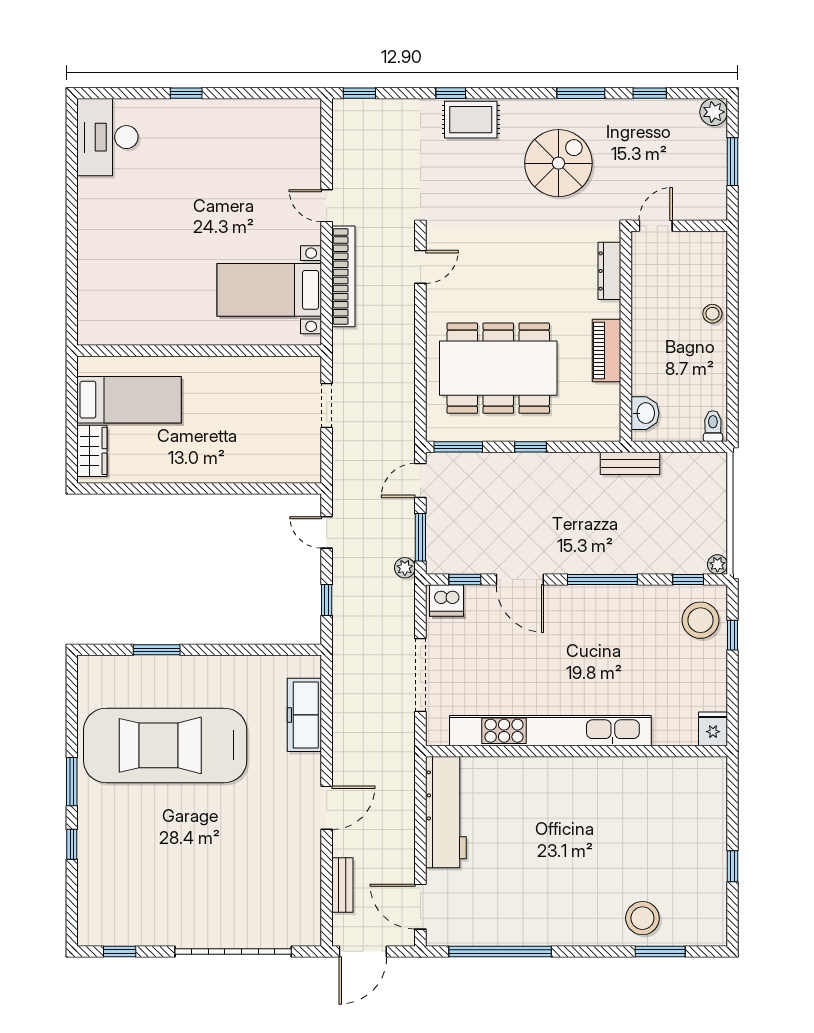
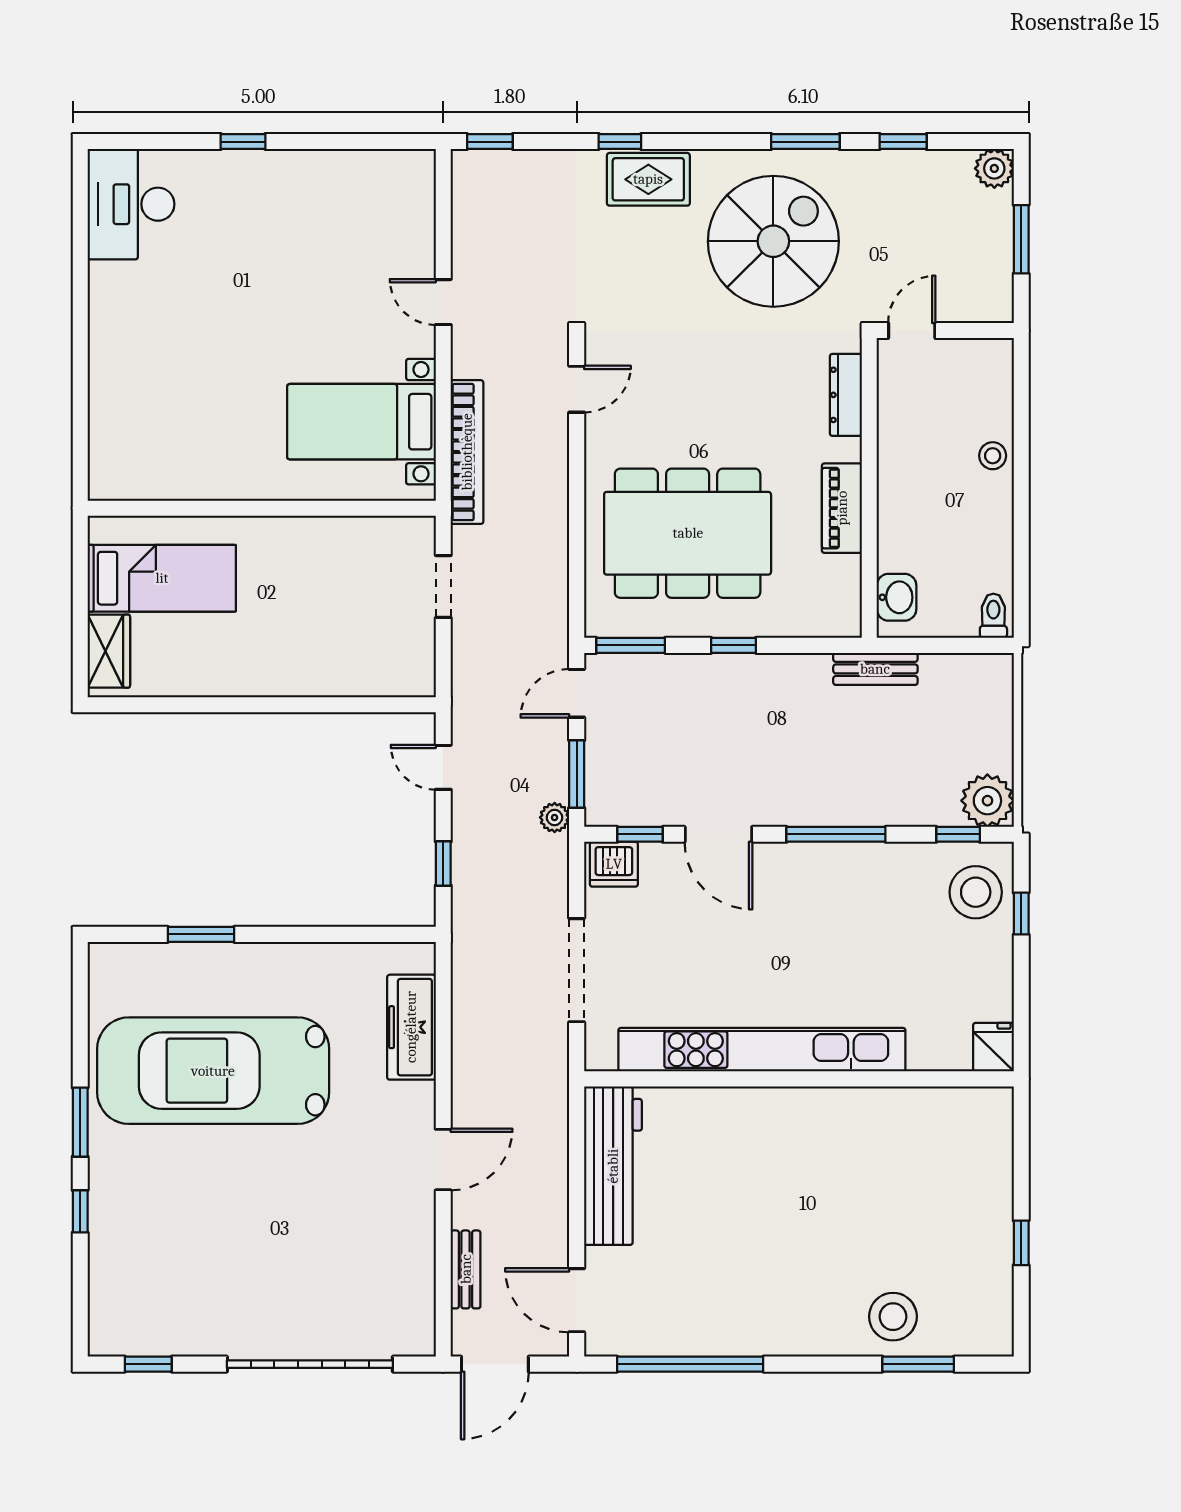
spiral stairs: (558, 163) -> (773, 241), width x1.37, depth x1.37
bookcase: (343, 276) -> (467, 452), moved
plant: (717, 564) -> (987, 801), width x1.88, depth x1.88

